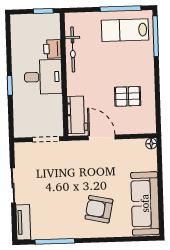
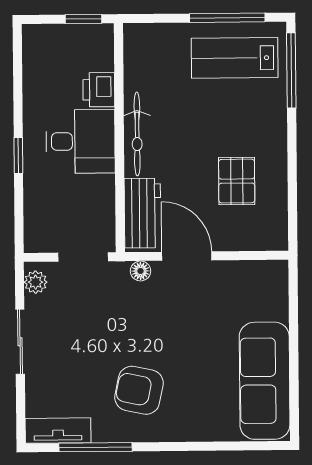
bicycle: (73, 49) -> (137, 134), moved
pallet: (128, 96) -> (237, 181), turned 90
floor lamp: (151, 144) -> (141, 271), moved
plant: (21, 153) -> (36, 282), added
armchair: (99, 209) -> (139, 390), moved
tv unit: (23, 222) -> (58, 431), moved, turned -90

